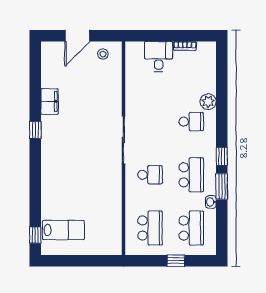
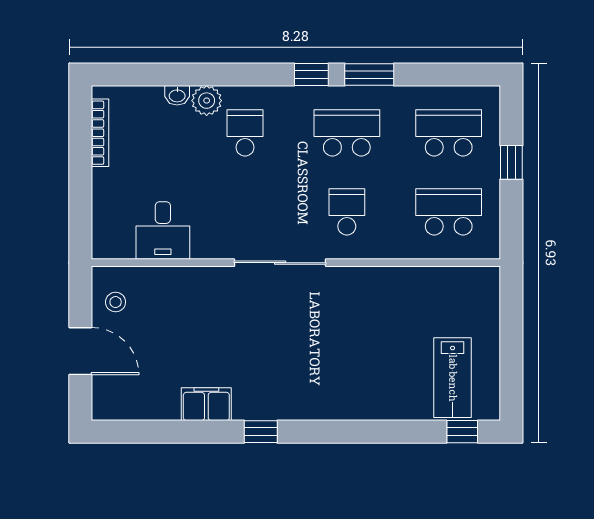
bookcase: (185, 46) -> (100, 133), width x1.56
desk: (159, 57) -> (163, 230), moved, turned -90
washbasin: (211, 202) -> (177, 95), moved
lab bench: (63, 230) -> (453, 378), turned 180

